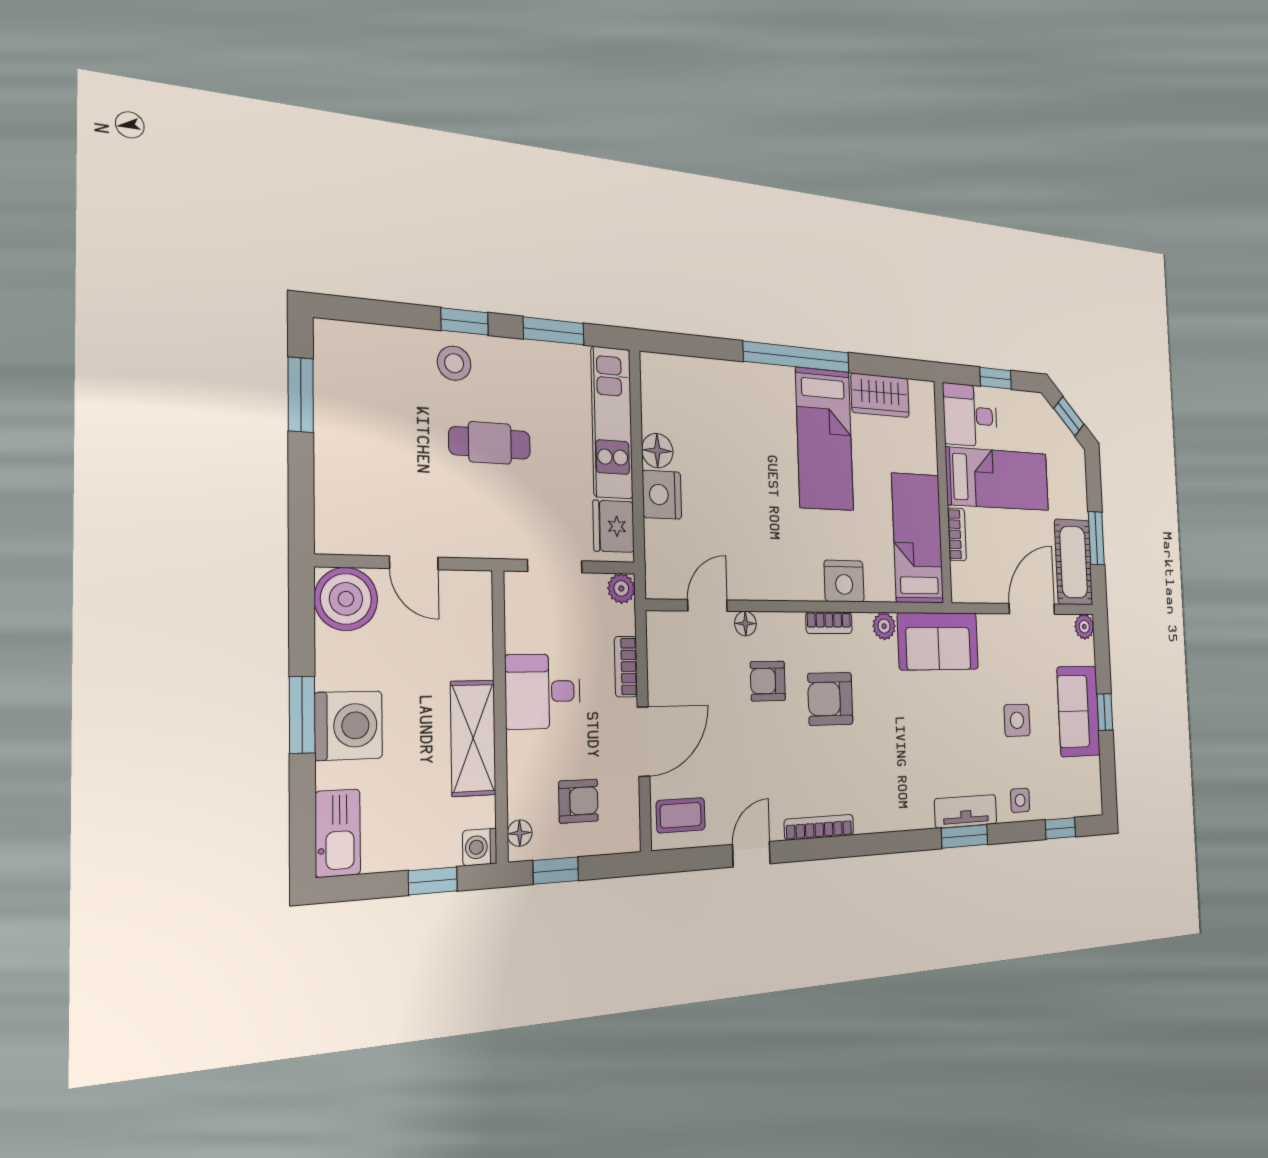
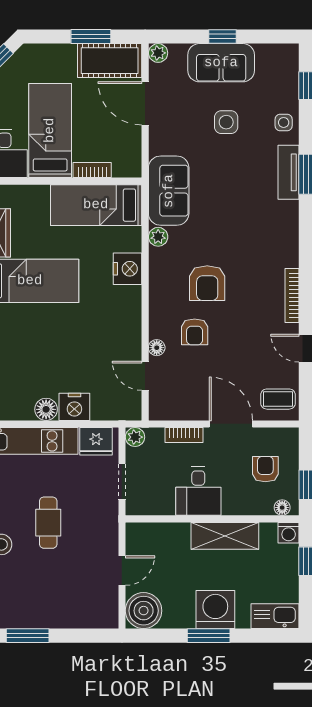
bookcase: (829, 623) -> (156, 282), removed
coffee table: (681, 815) -> (278, 399), turned 90

